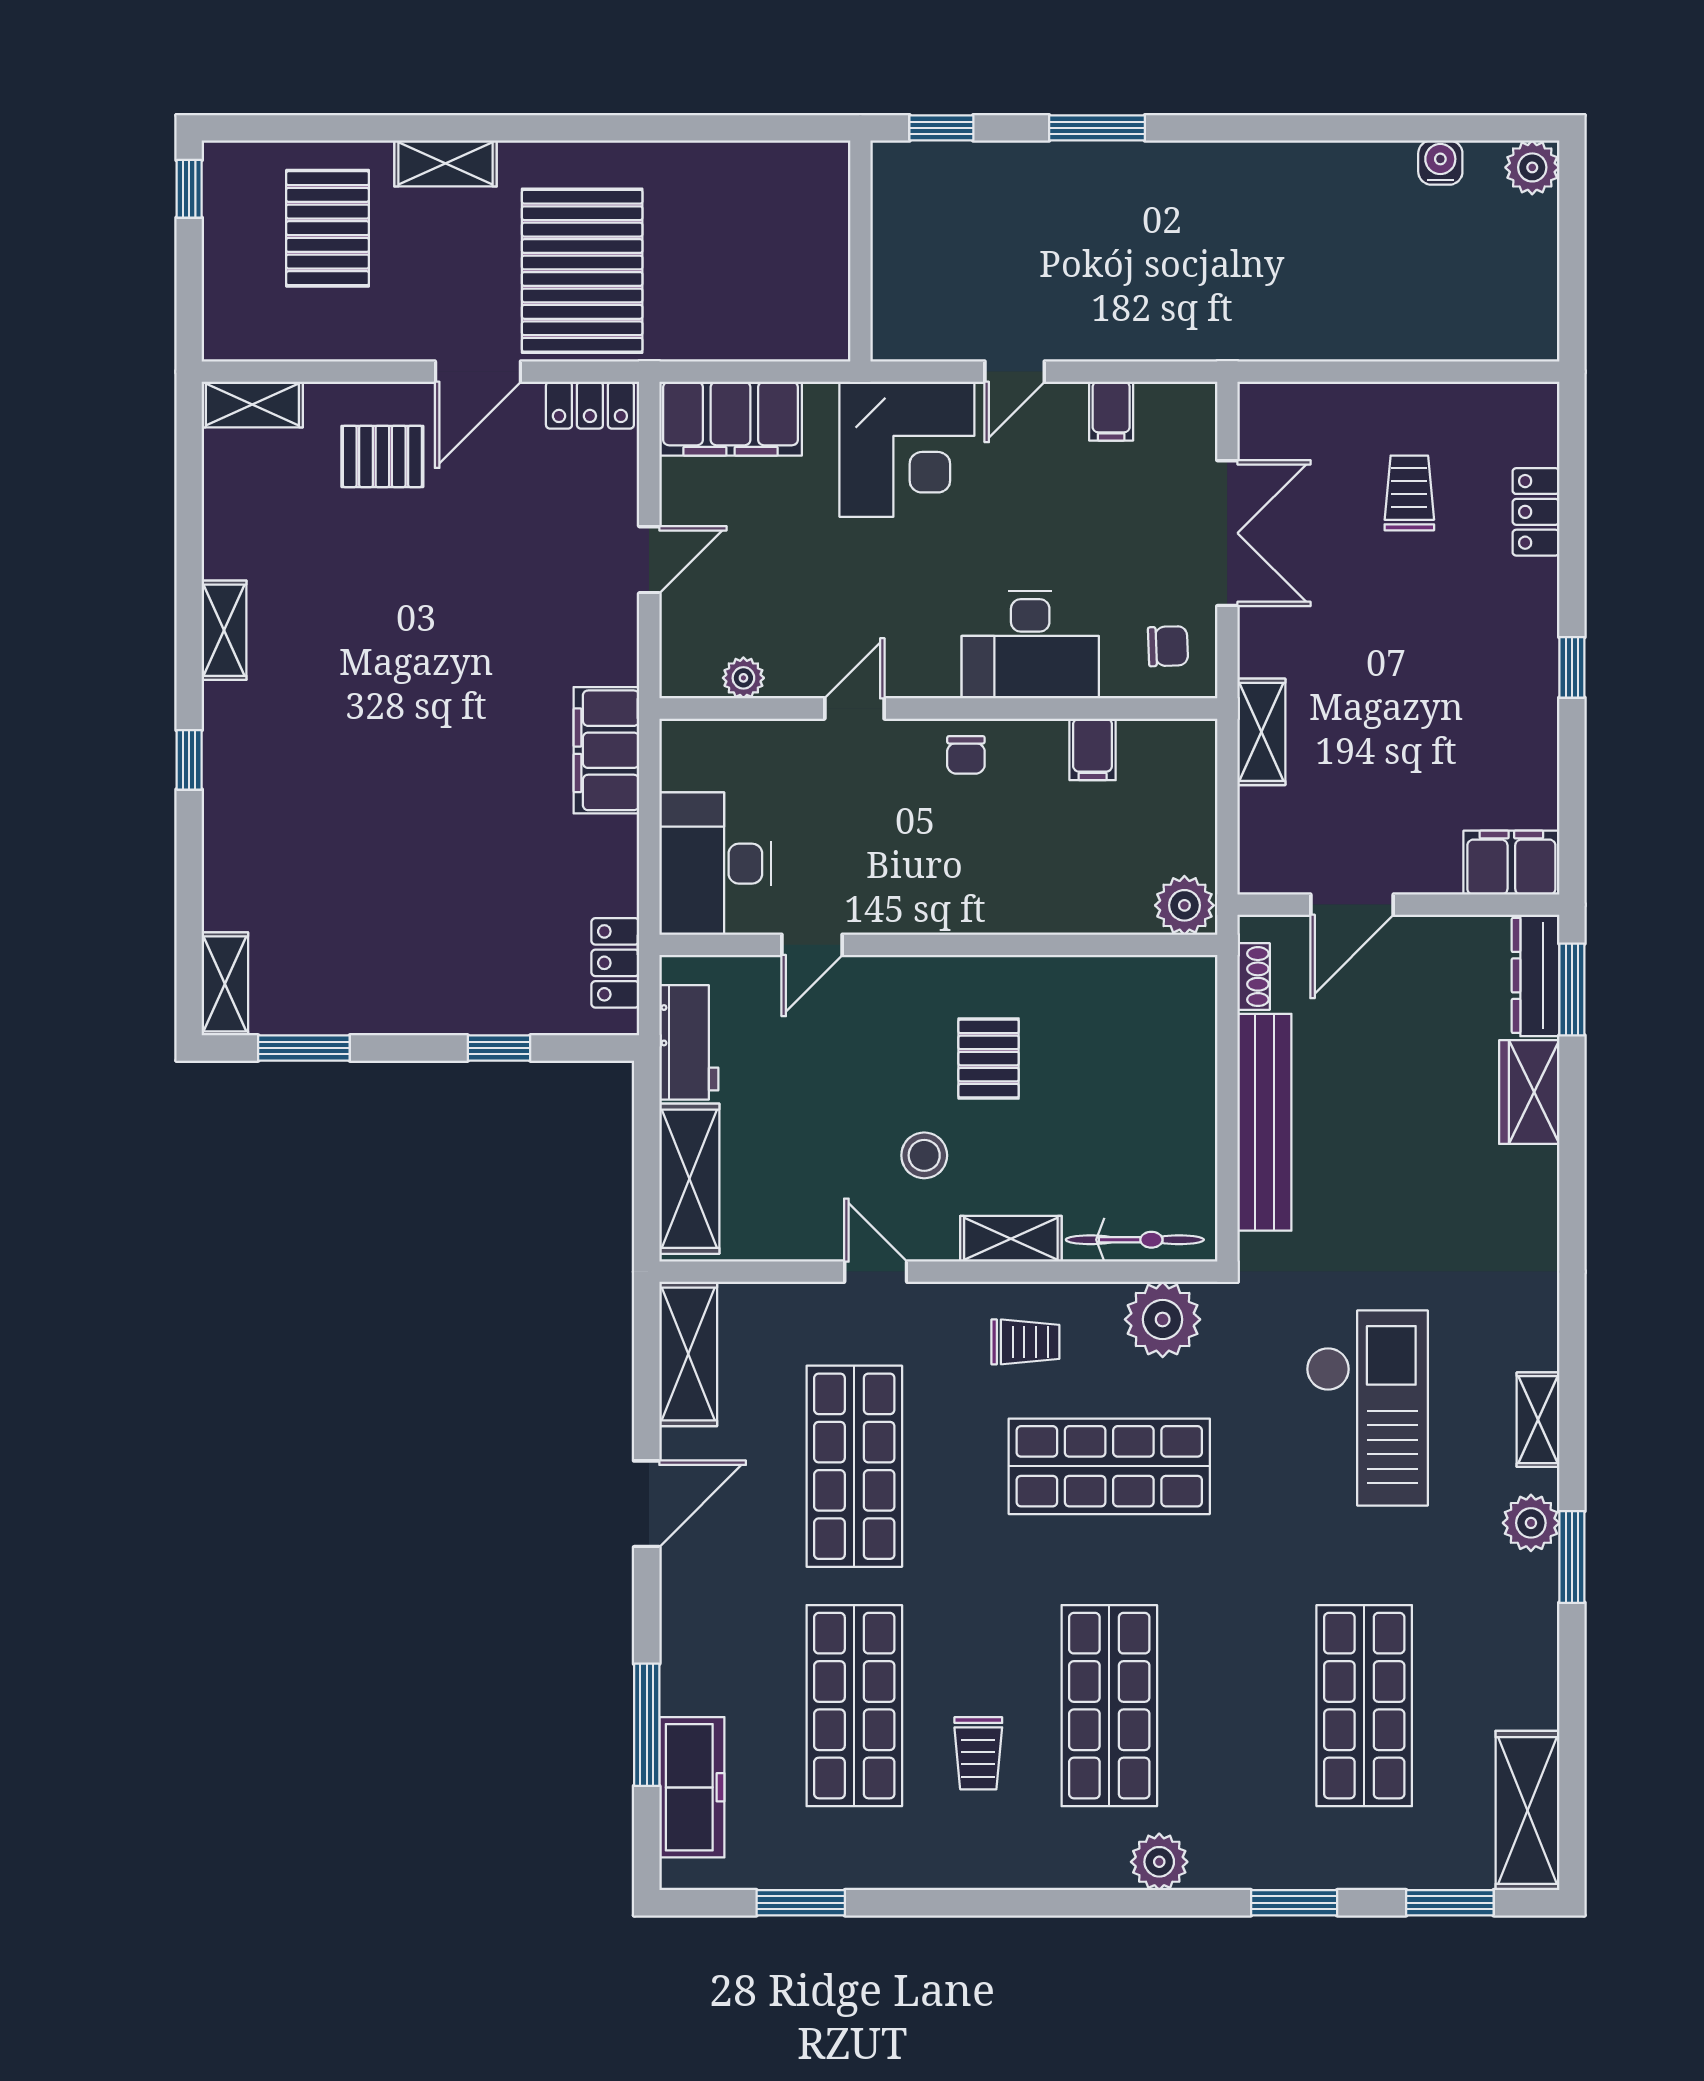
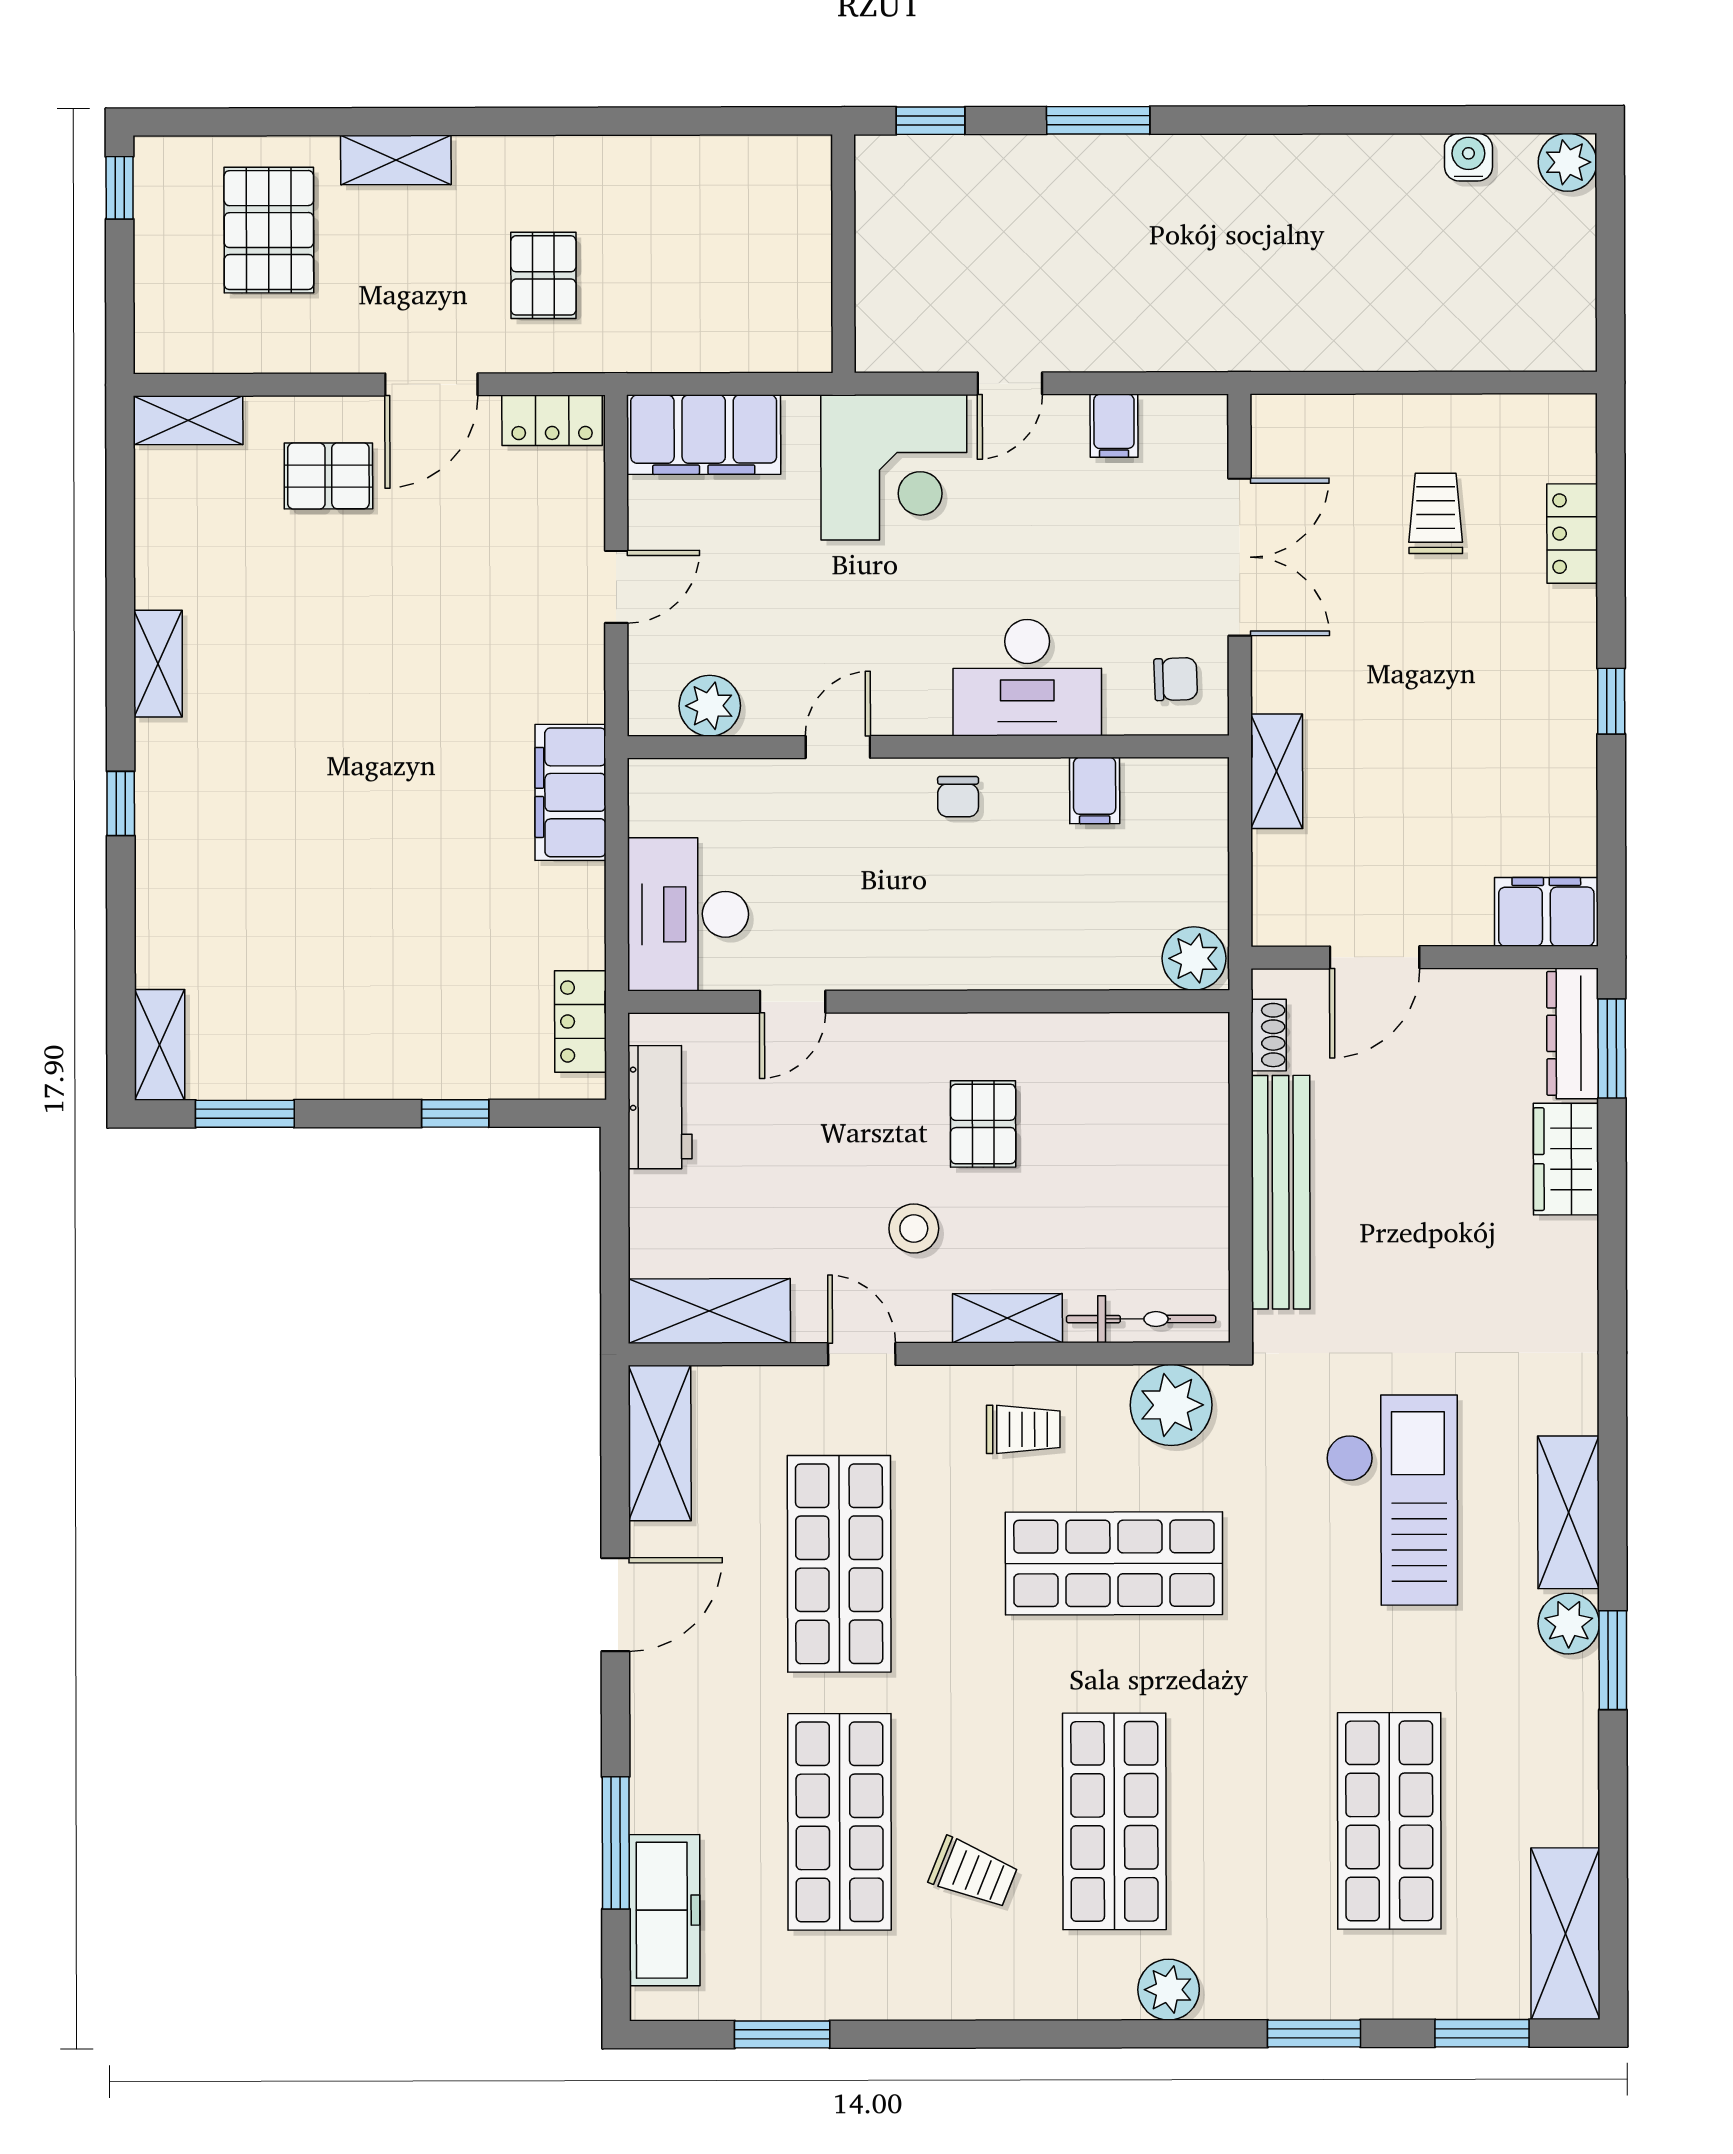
pallet: (582, 271) -> (543, 275), width x0.49, depth x0.50
plant: (743, 678) -> (710, 706), width x1.38, depth x1.38
shelving: (689, 1179) -> (709, 1311), moved, turned 90
shelving: (1538, 1420) -> (1568, 1512), width x1.50, depth x1.33
trolley: (978, 1753) -> (973, 1873), turned -68

